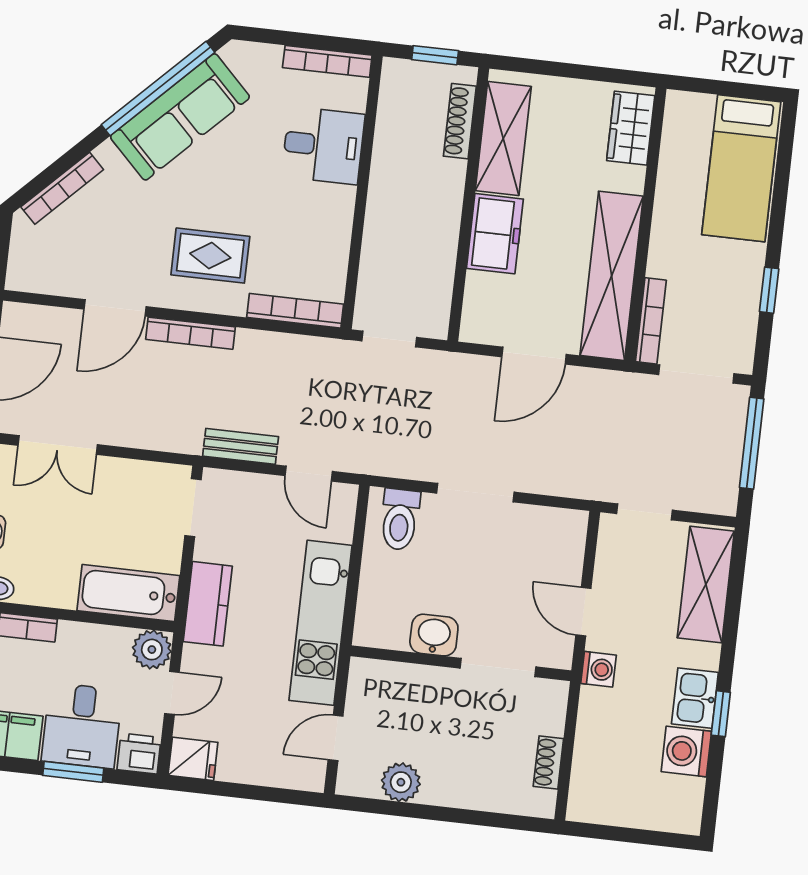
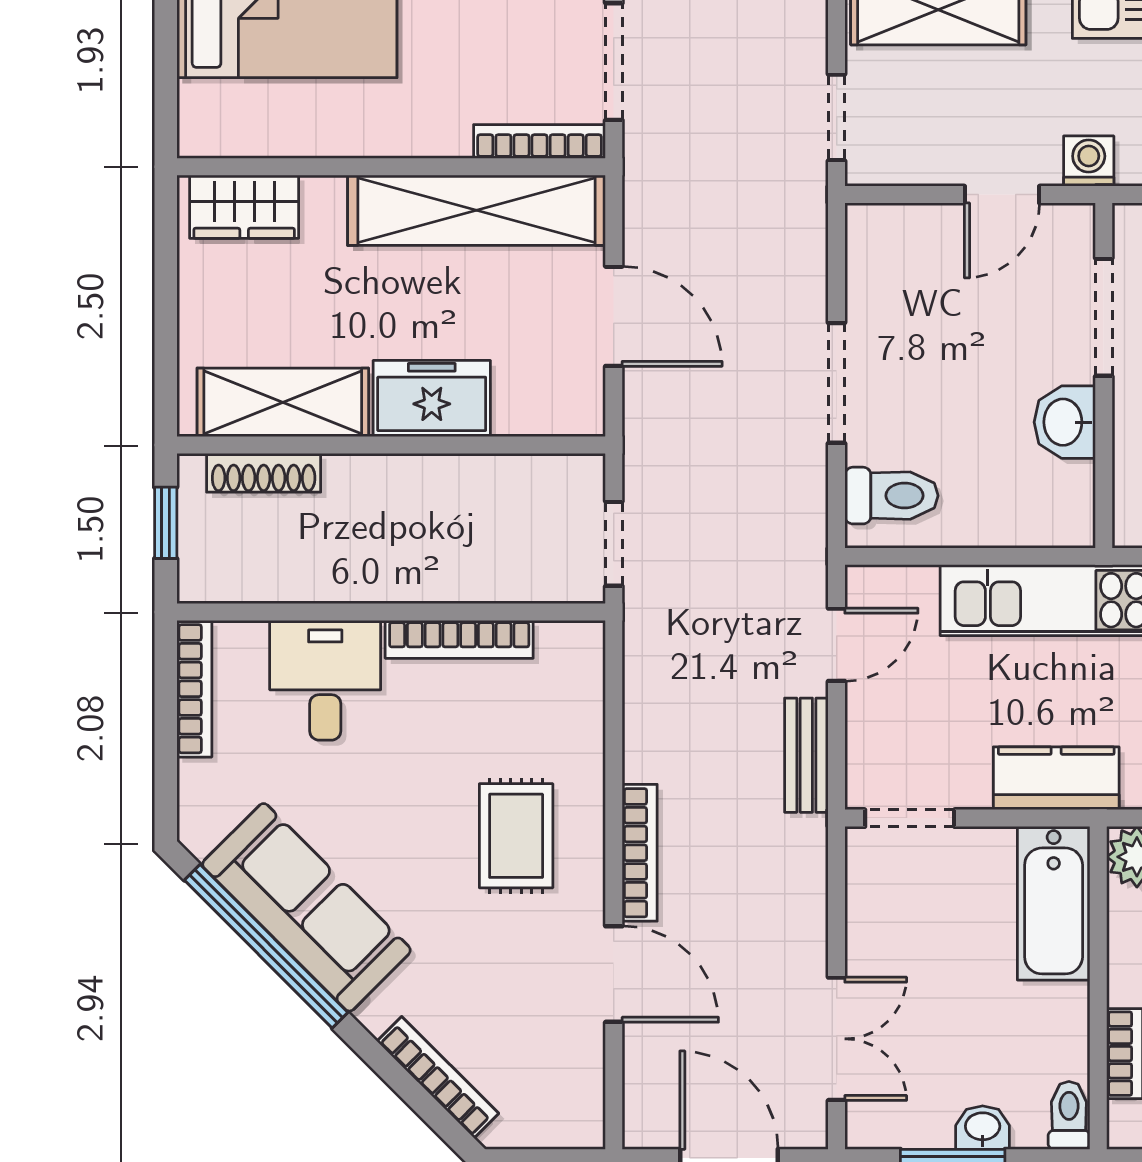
bookcase: (295, 311) -> (459, 639), moved, turned -90

